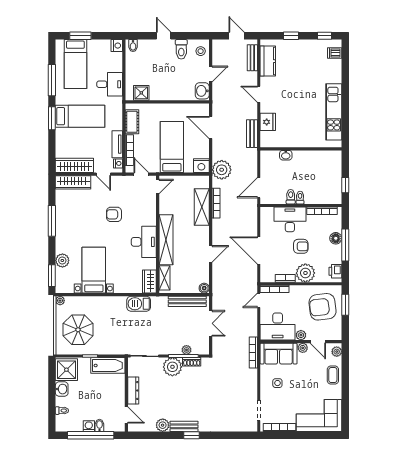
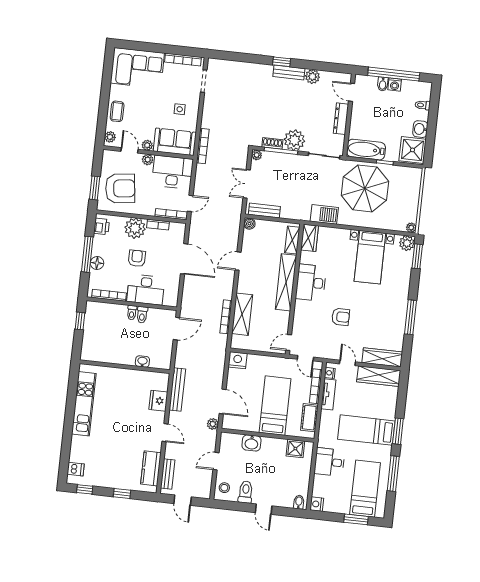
washbasin: (202, 91) -> (251, 443), moved, turned 90
bench: (252, 134) -> (177, 389), width x1.36
bed: (172, 147) -> (275, 406), moved, turned 180
plant: (222, 170) -> (213, 424), moved, width x0.53, depth x0.53
armchair: (301, 246) -> (137, 258), turned 90
plant: (62, 260) -> (407, 243), moved
bench: (187, 301) -> (264, 211), width x0.73
parasol: (78, 330) -> (365, 188), moved, width x1.36, depth x1.36
plant: (186, 350) -> (257, 155), moved

